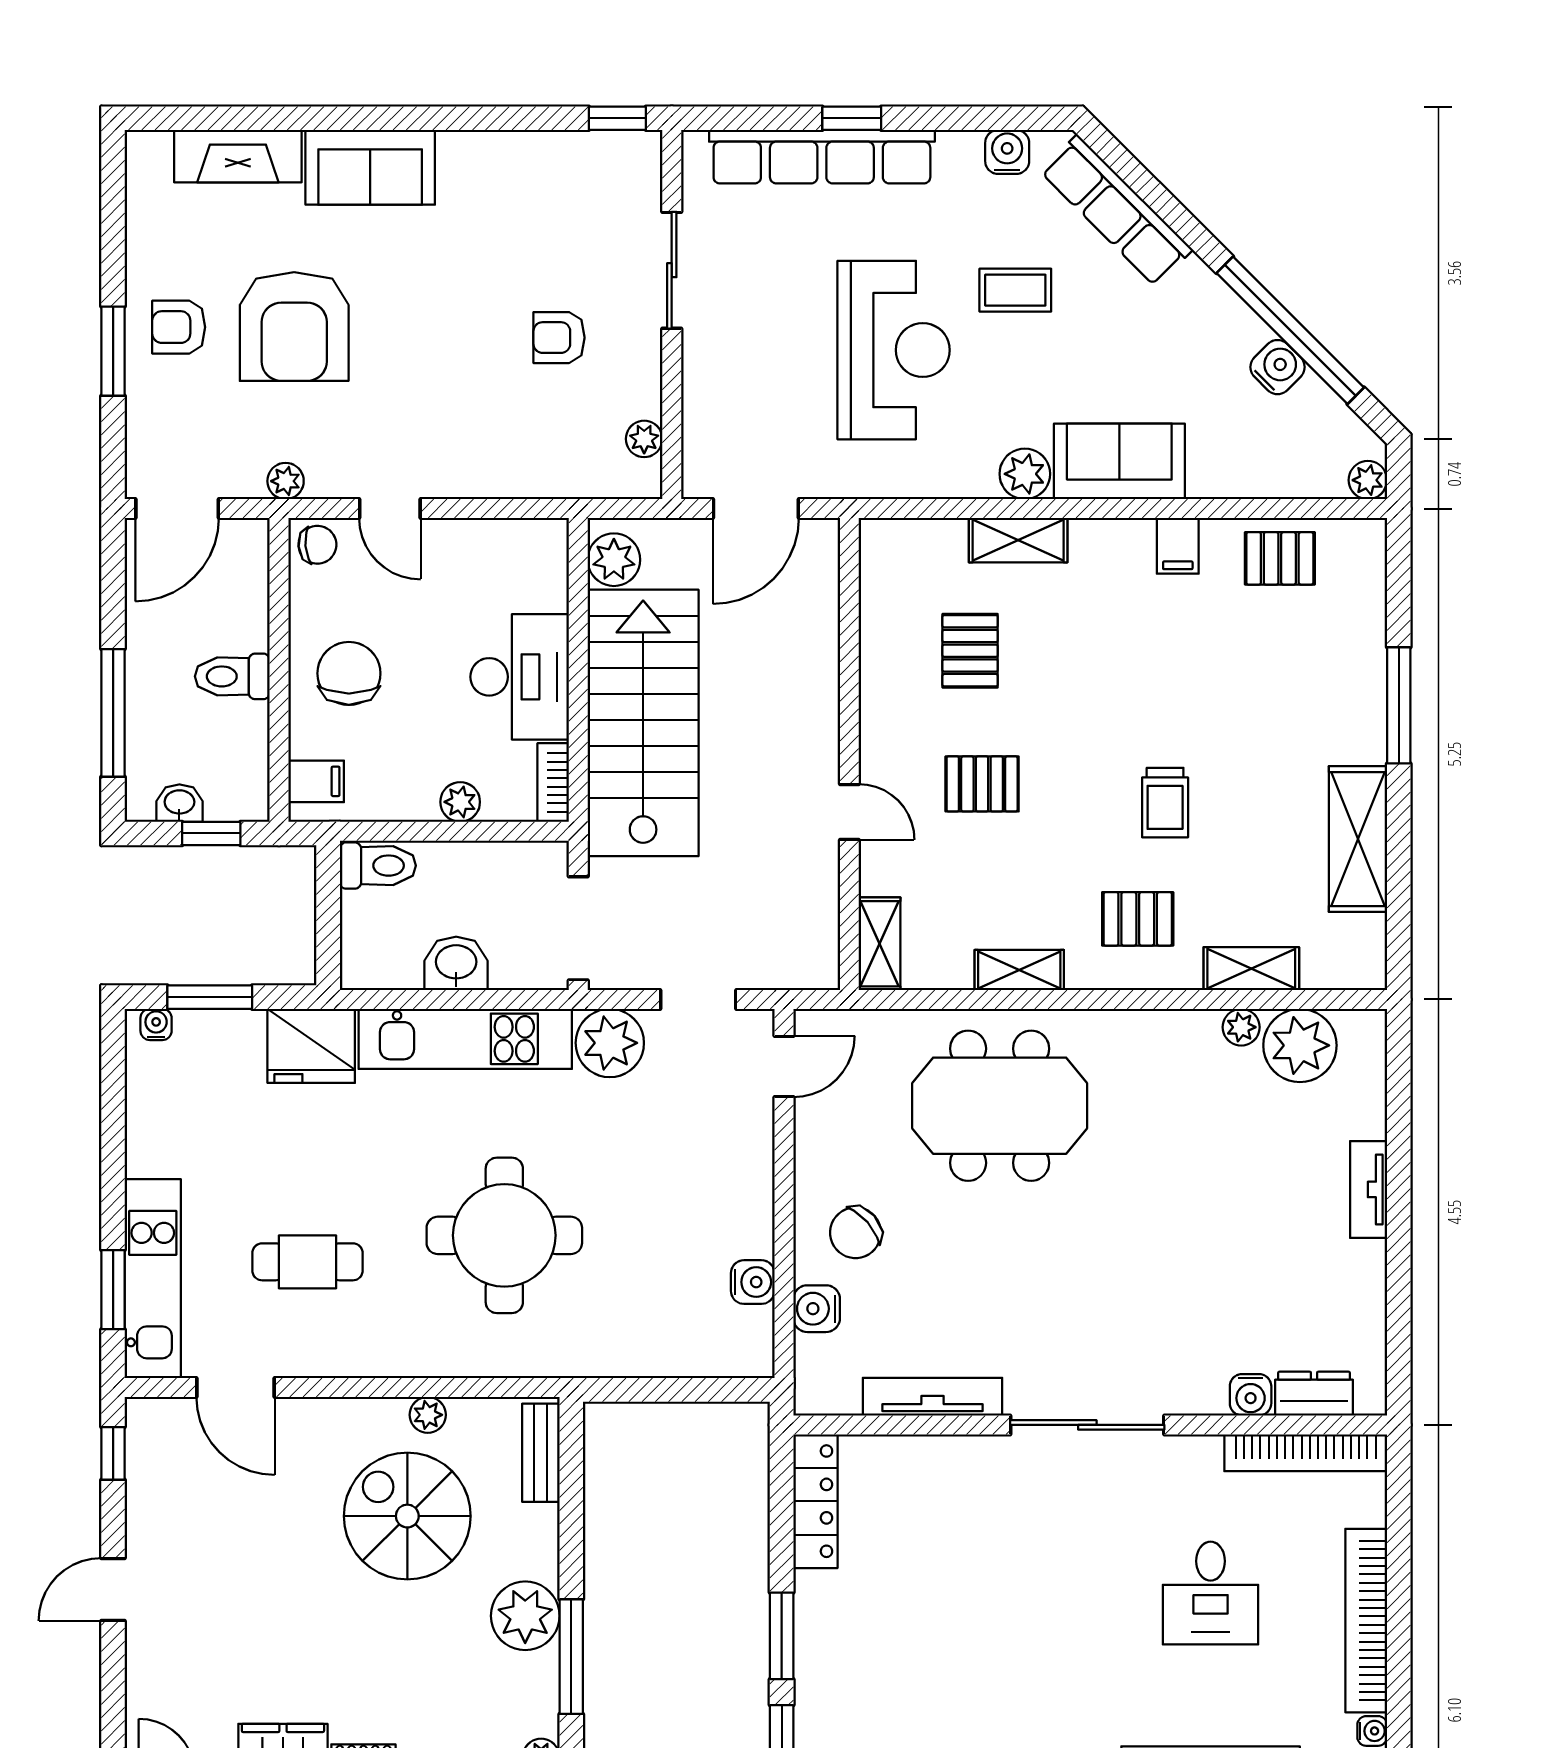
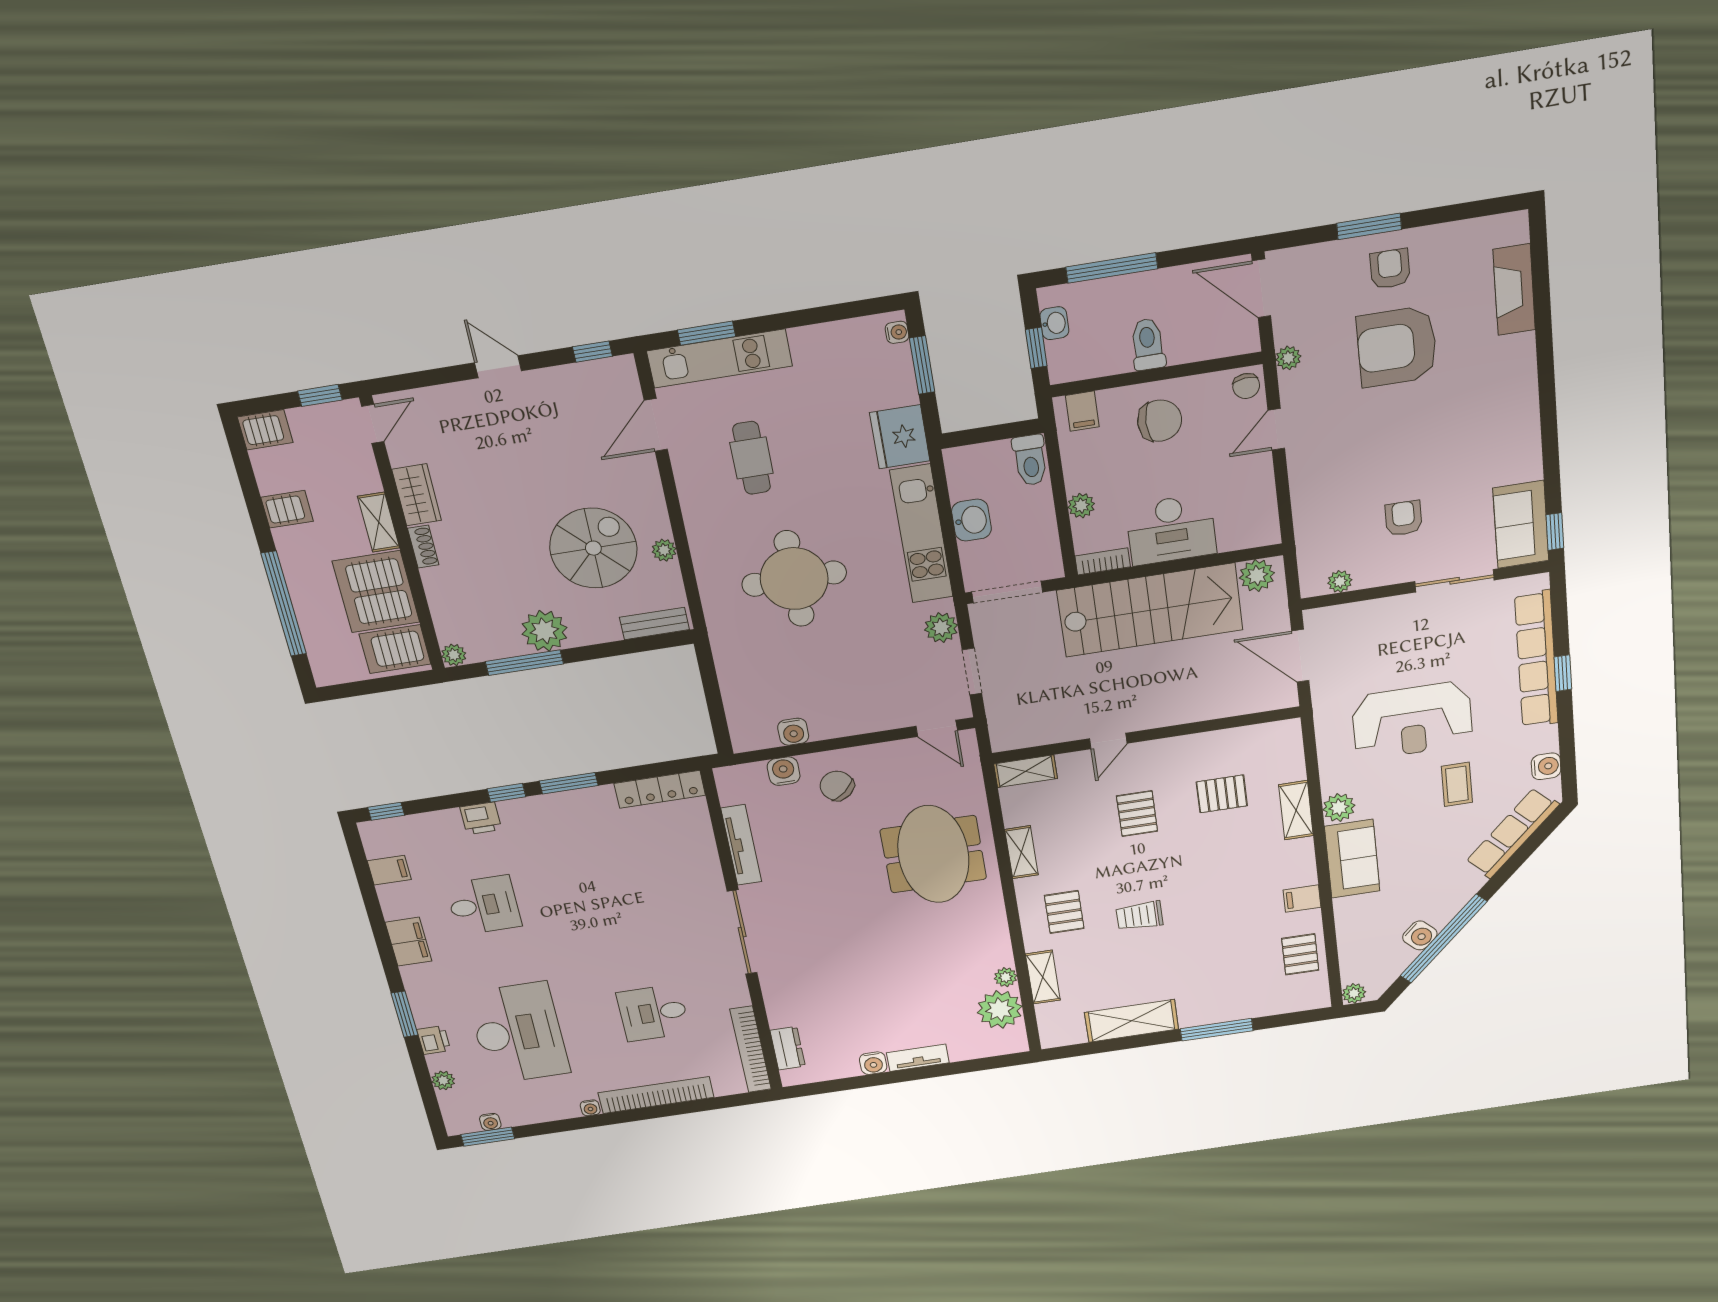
sofa: (370, 167) -> (1521, 524), moved
plant: (610, 1043) -> (941, 628), width x0.73, depth x0.73
water cooler: (1251, 1395) -> (873, 1063), moved, turned -90

